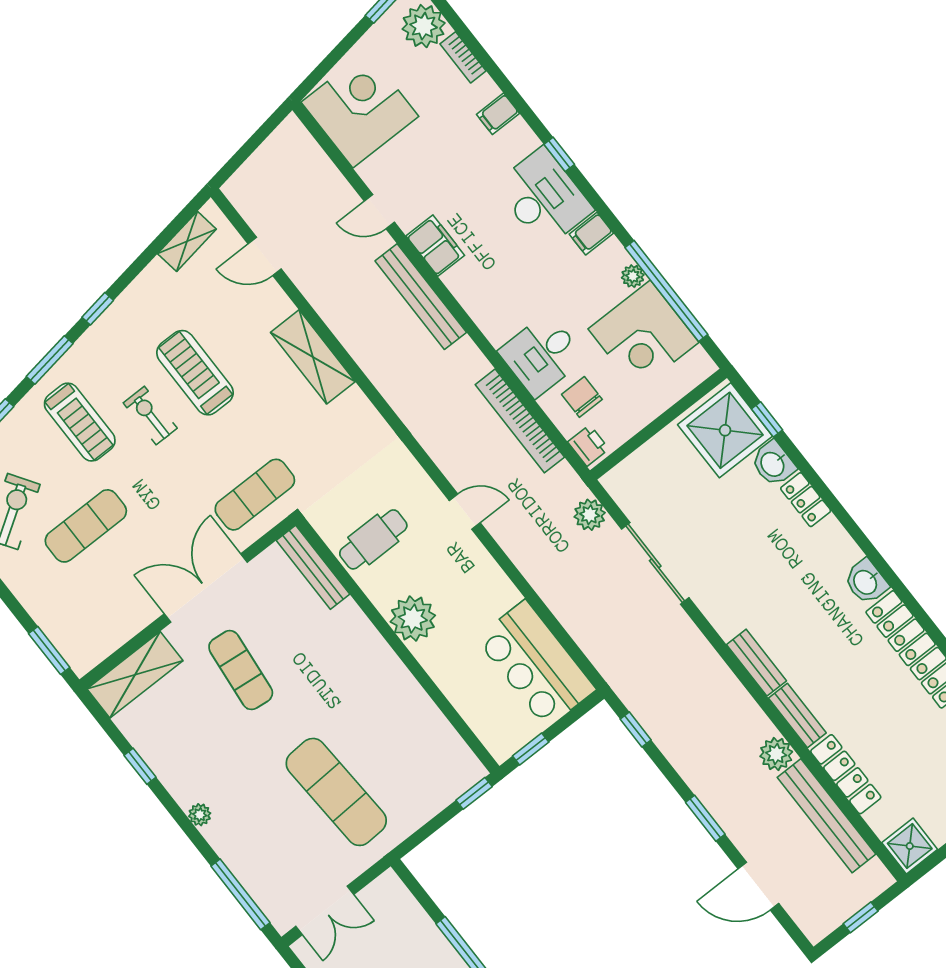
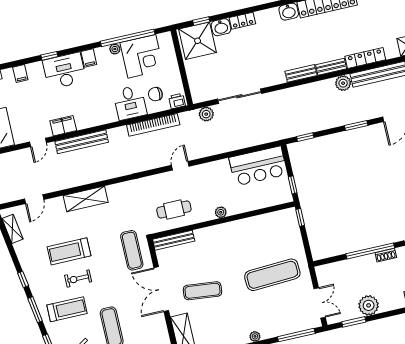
cafe table: (373, 539) -> (174, 210), turned 90
plant: (413, 619) -> (221, 212), width x0.53, depth x0.53

